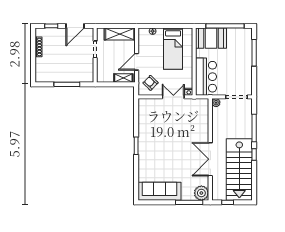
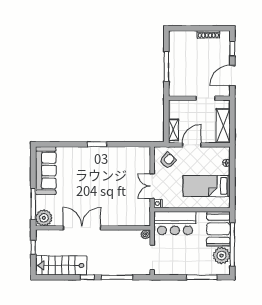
door: (75, 26) -> (232, 75), hinge flipped
plant: (235, 35) -> (222, 256), added
door: (137, 62) -> (192, 145), hinge flipped
double door: (173, 97) -> (152, 186), swing flipped
stairs: (239, 170) -> (61, 265), width x0.73, depth x0.66

